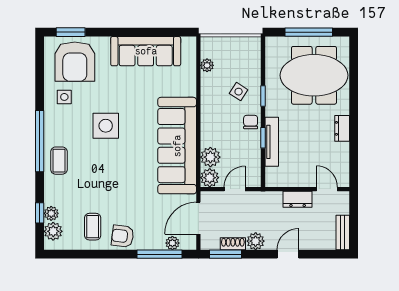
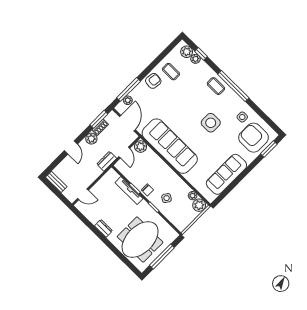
plant: (210, 157) -> (199, 205), moved
dresser: (298, 199) -> (107, 161), moved

